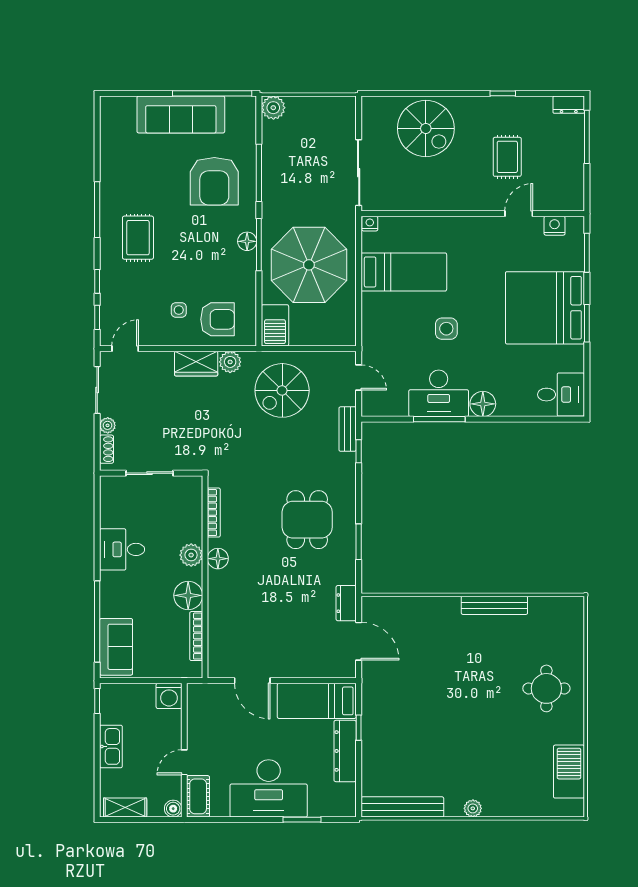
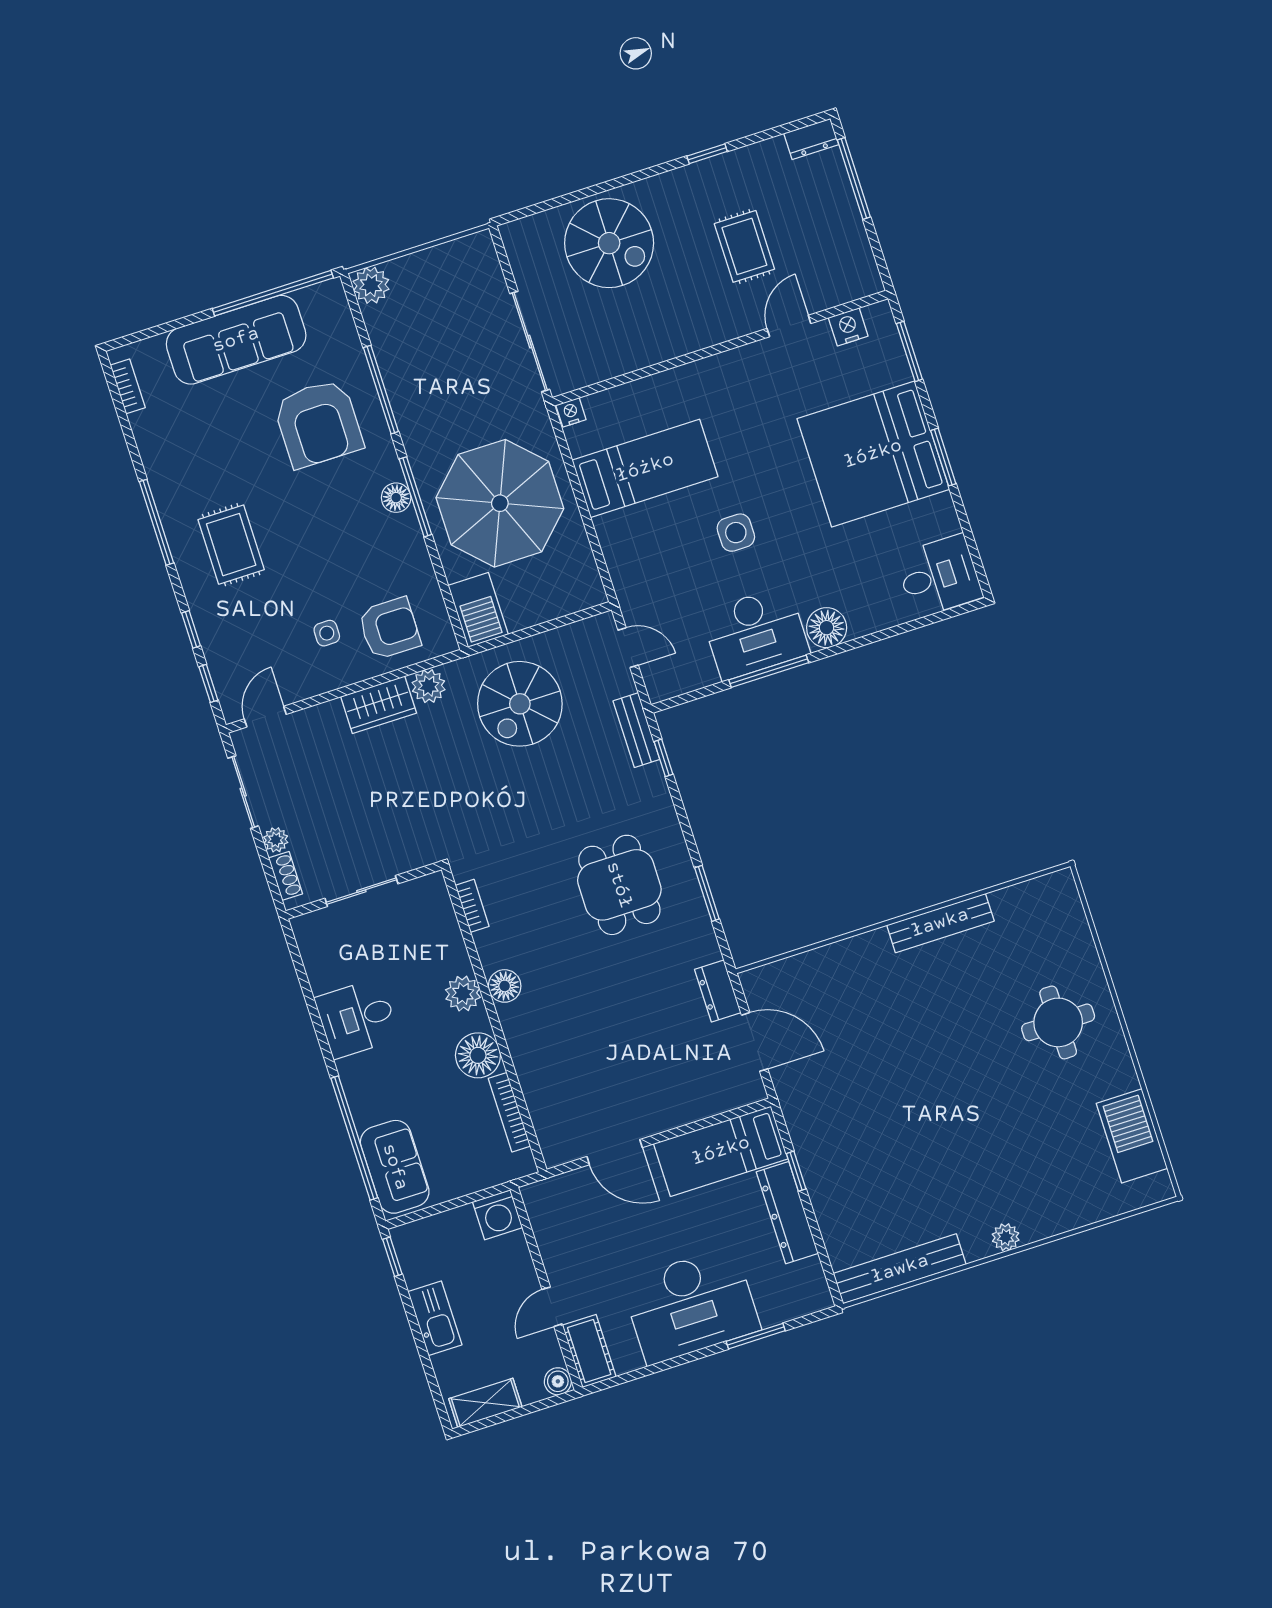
bookcase: (106, 122) -> (128, 386), added
bookcase: (214, 513) -> (472, 906), width x0.64

